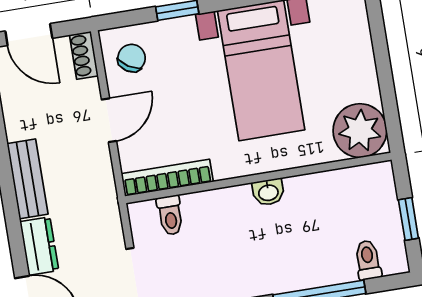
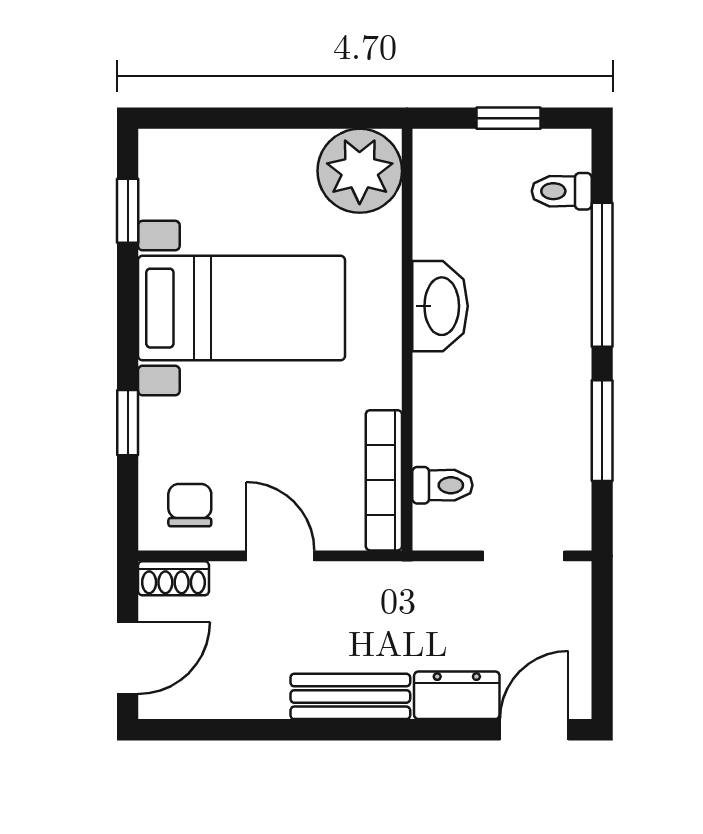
chair: (132, 58) -> (190, 505), turned 58
washbasin: (268, 192) -> (440, 306), width x1.91, depth x1.45

